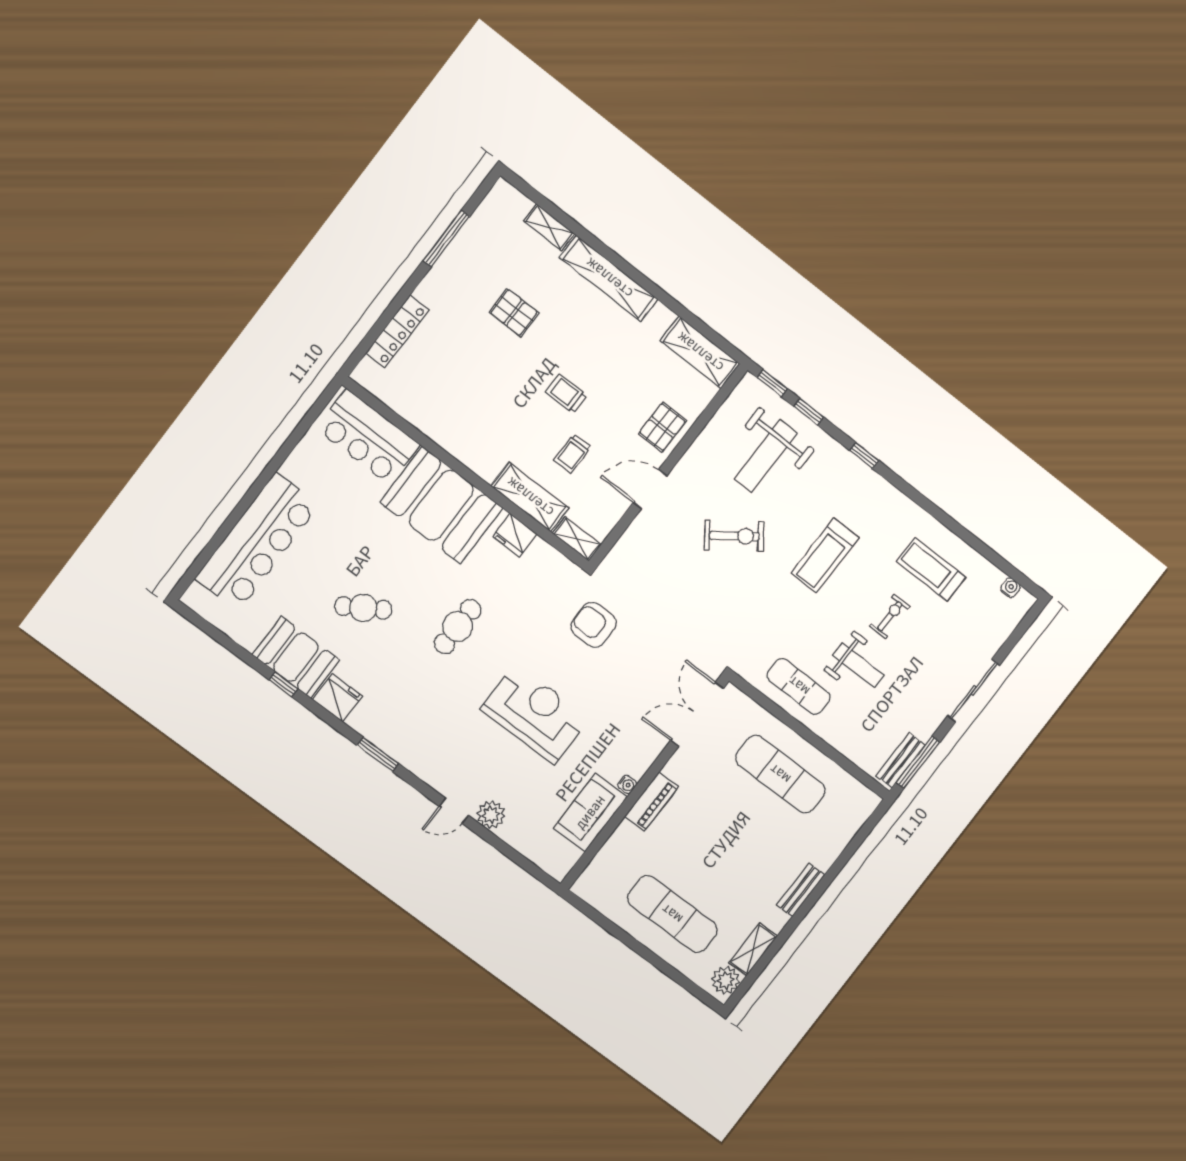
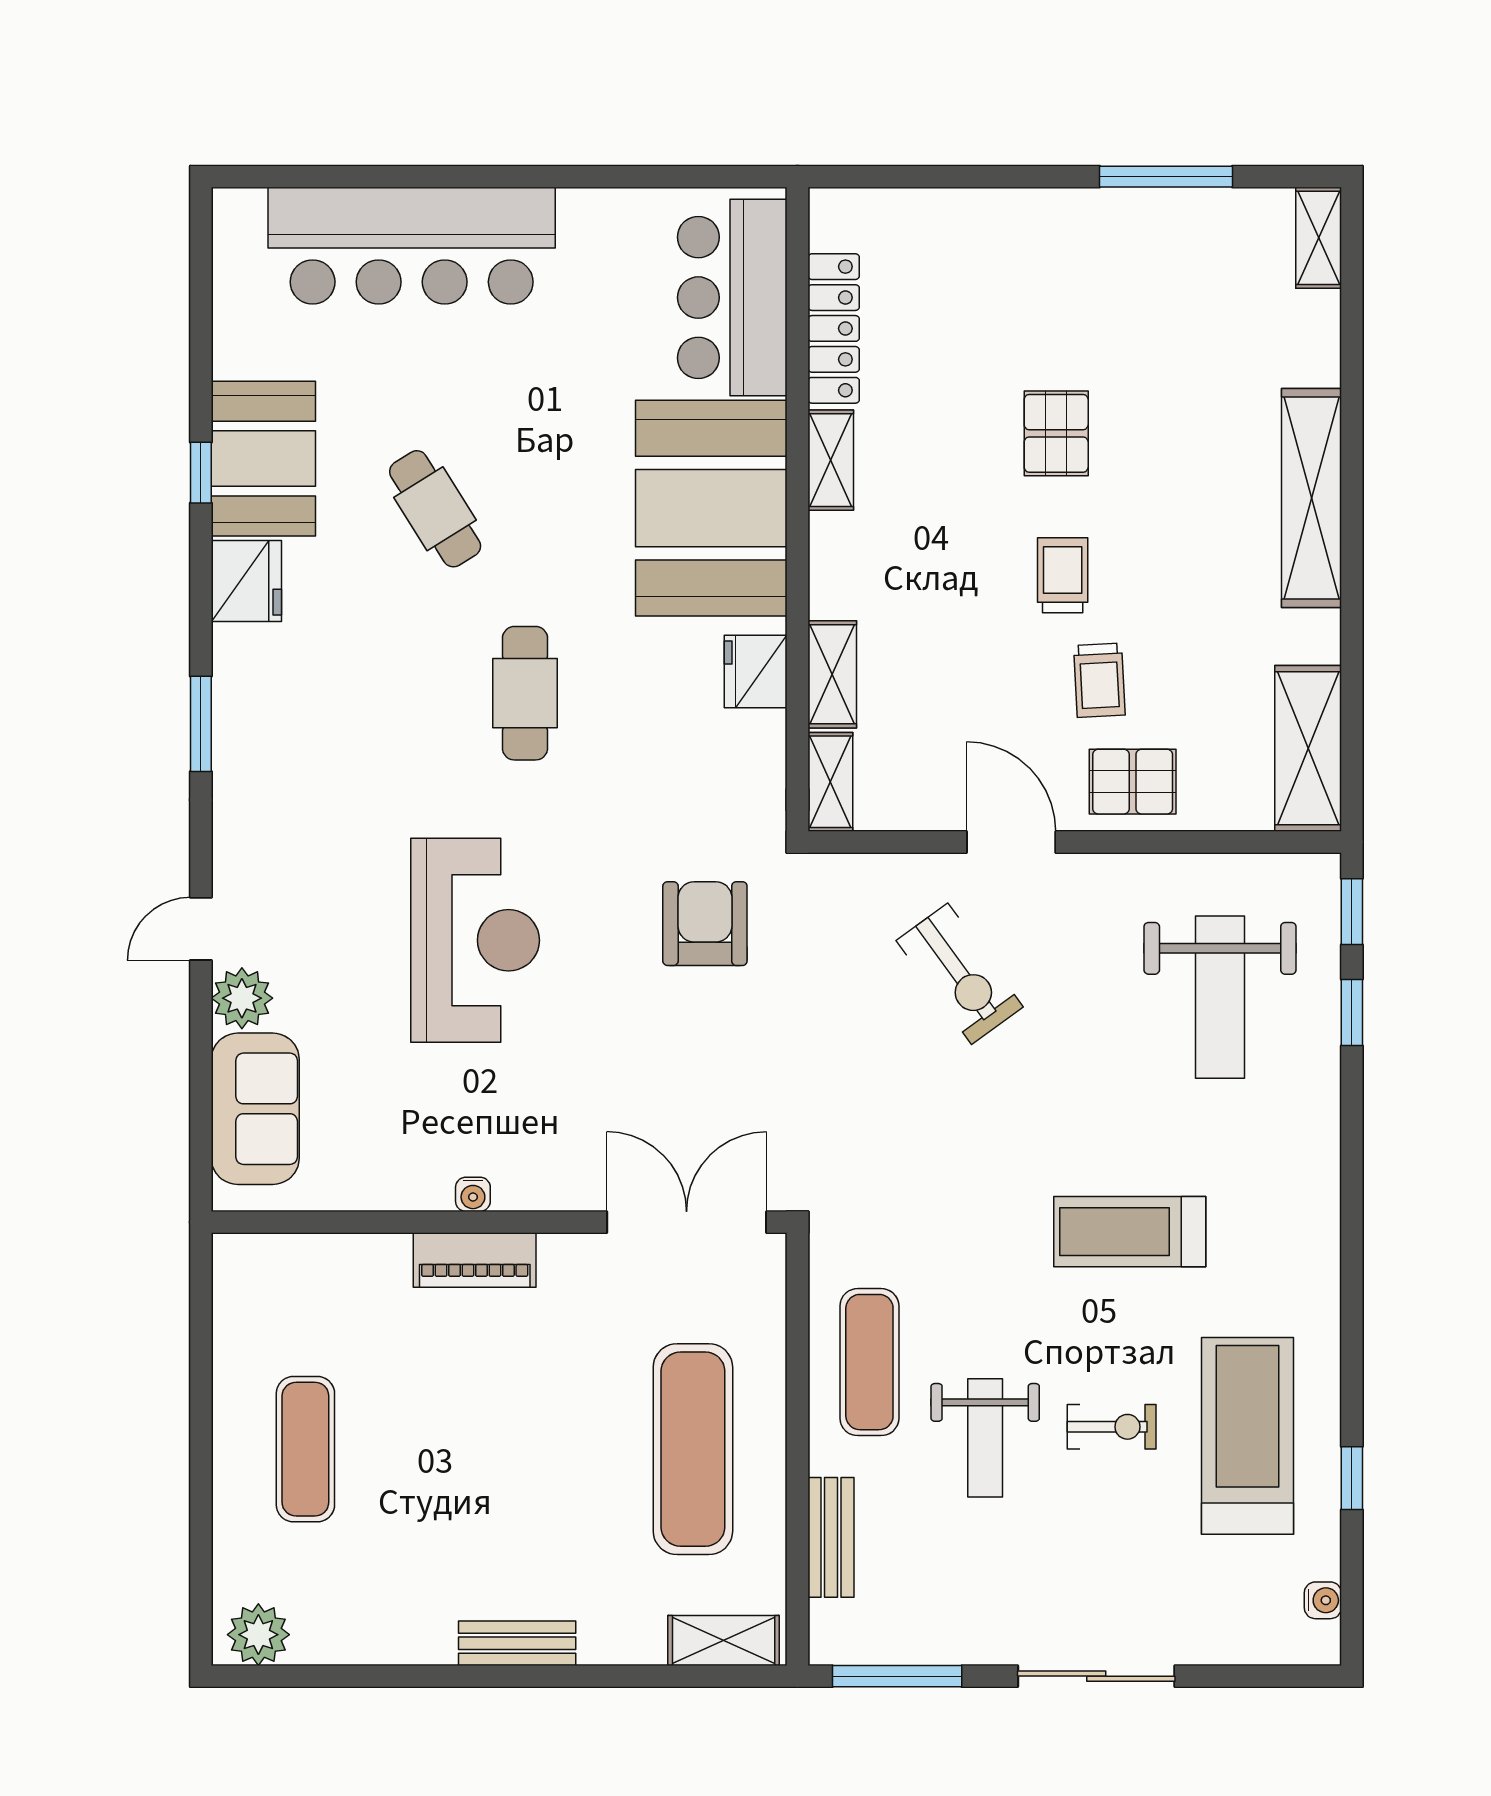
shelving: (549, 227) -> (1319, 238), moved
pallet: (514, 313) -> (1056, 433), moved
locker: (397, 332) -> (834, 328), moved, turned -90
shelving: (457, 447) -> (831, 460), added
trolley: (573, 454) -> (1099, 680), moved, turned -93
window: (864, 455) -> (1352, 1478), moved
weight bench: (766, 456) -> (1220, 997), turned -90
shelving: (530, 497) -> (832, 674), width x0.67, depth x0.75
exercise bike: (734, 536) -> (960, 974), moved
treadmill: (931, 569) -> (1247, 1436), width x1.37, depth x1.38
cafe table: (458, 627) -> (525, 693), turned 90
bench: (901, 760) -> (831, 1537), moved, turned 90
door: (454, 811) -> (201, 929), hinge flipped
sofa: (590, 812) -> (255, 1109), moved, turned 90
exercise mat: (672, 914) -> (305, 1449), width x0.73, depth x0.69
shelving: (753, 949) -> (724, 1641), moved

